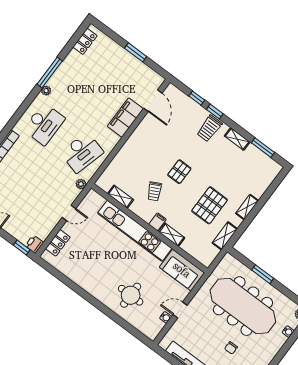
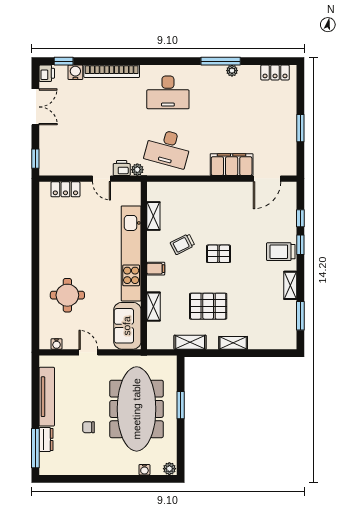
plant: (46, 91) -> (232, 71), moved
shelving: (172, 235) -> (154, 307), moved
printer: (34, 244) -> (122, 168), moved
water cooler: (166, 317) -> (57, 344), moved

